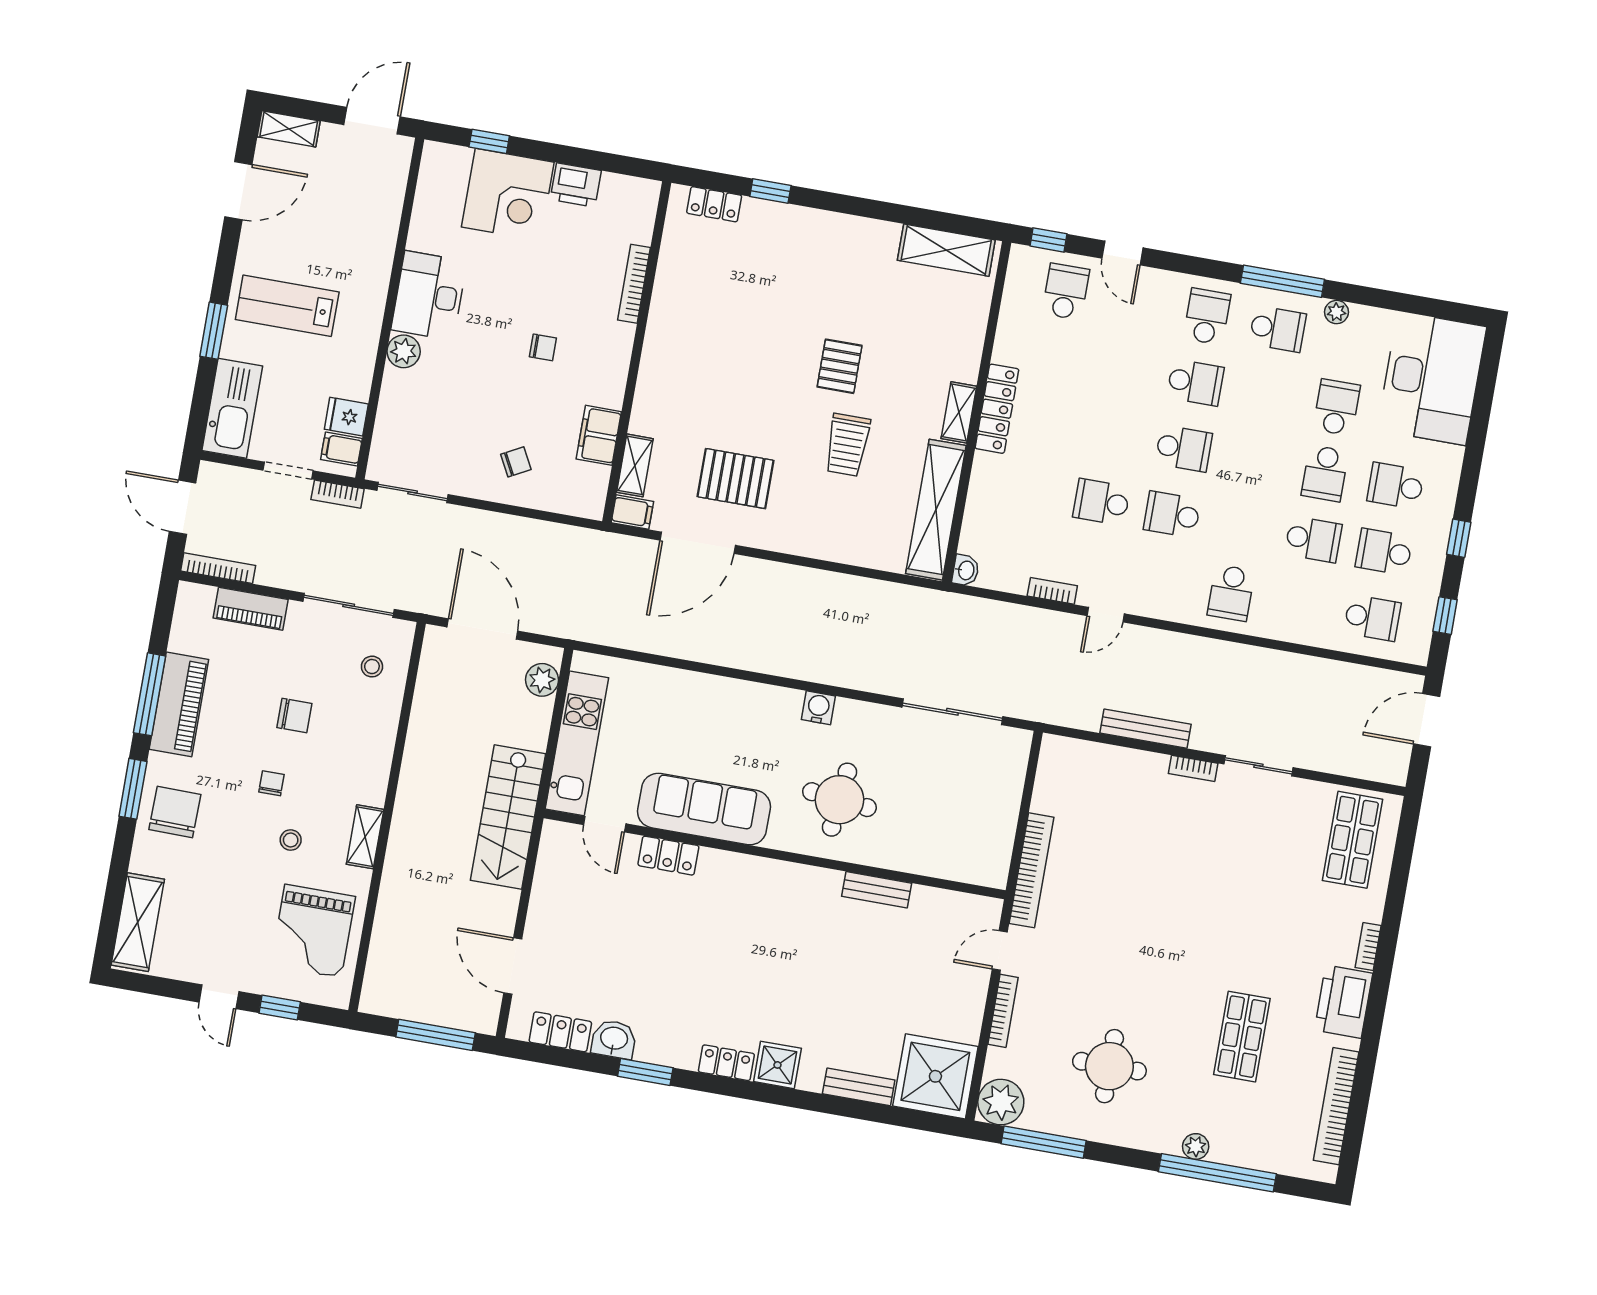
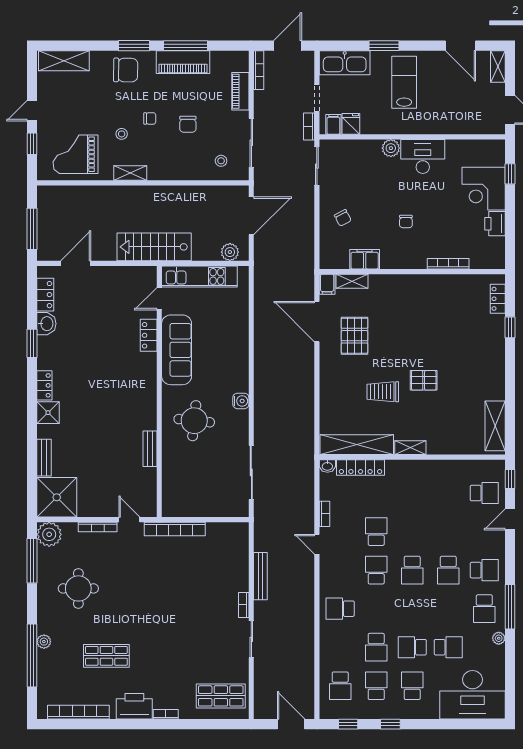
locker: (997, 409) -> (361, 468), moved

